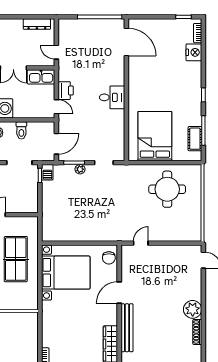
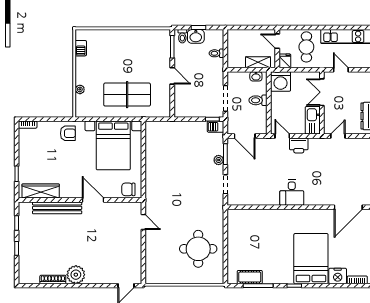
door: (56, 107) -> (282, 136), swing flipped
bed: (155, 136) -> (311, 259), moved, turned -90
plant: (11, 305) -> (80, 89), added
armchair: (54, 317) -> (68, 133), added

